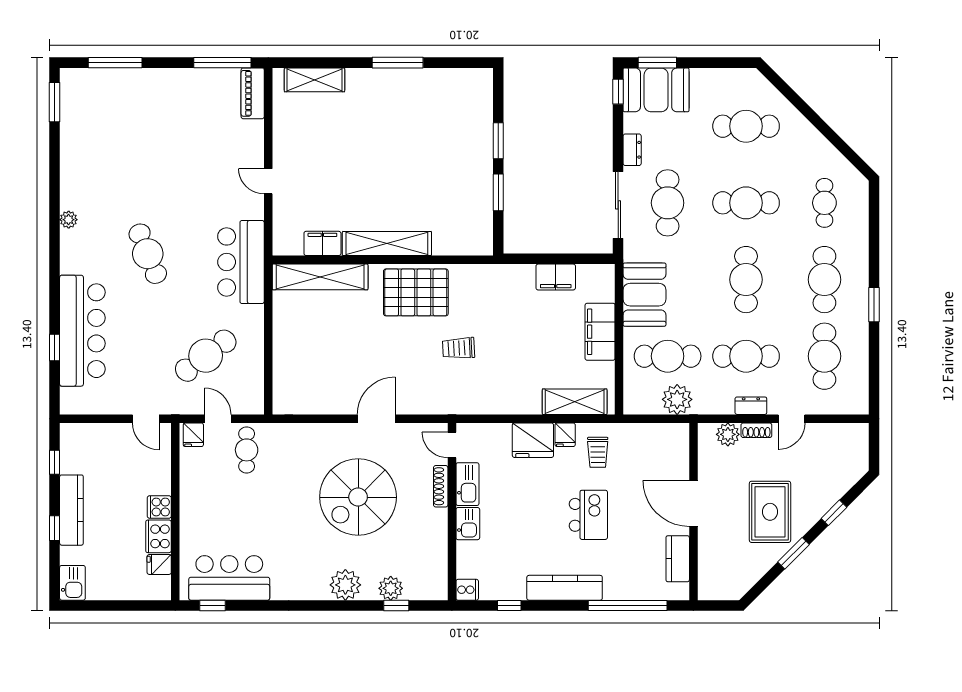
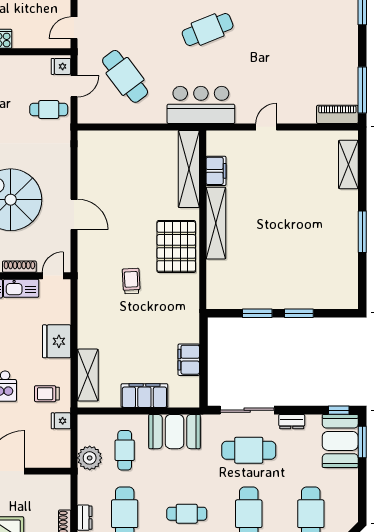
cafe table: (746, 280) -> (187, 514), width x0.73, depth x0.74
cafe table: (668, 356) -> (125, 450), width x0.73, depth x0.74
plant: (728, 434) -> (61, 499), removed
fridge: (565, 435) -> (61, 421), moved

